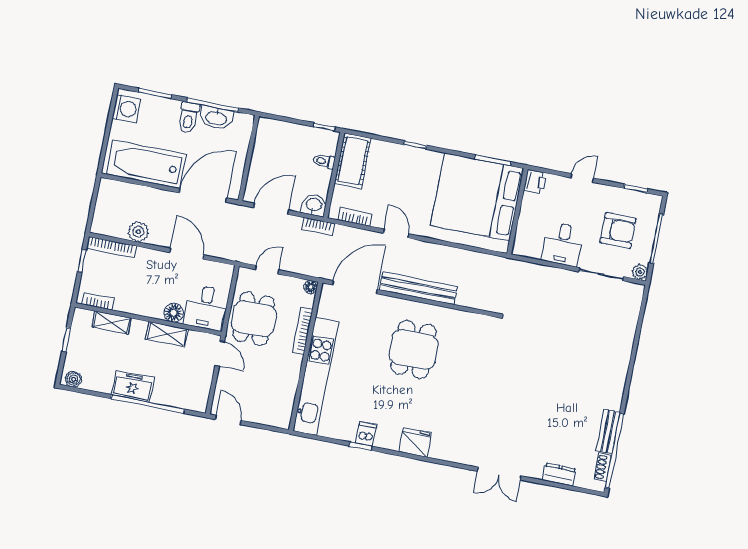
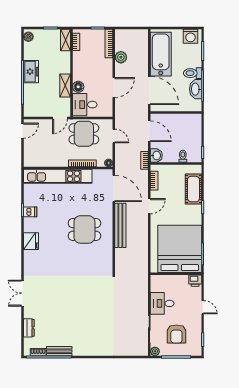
cot: (353, 161) -> (193, 189), moved, turned 90
shelving: (111, 322) -> (65, 40), moved

